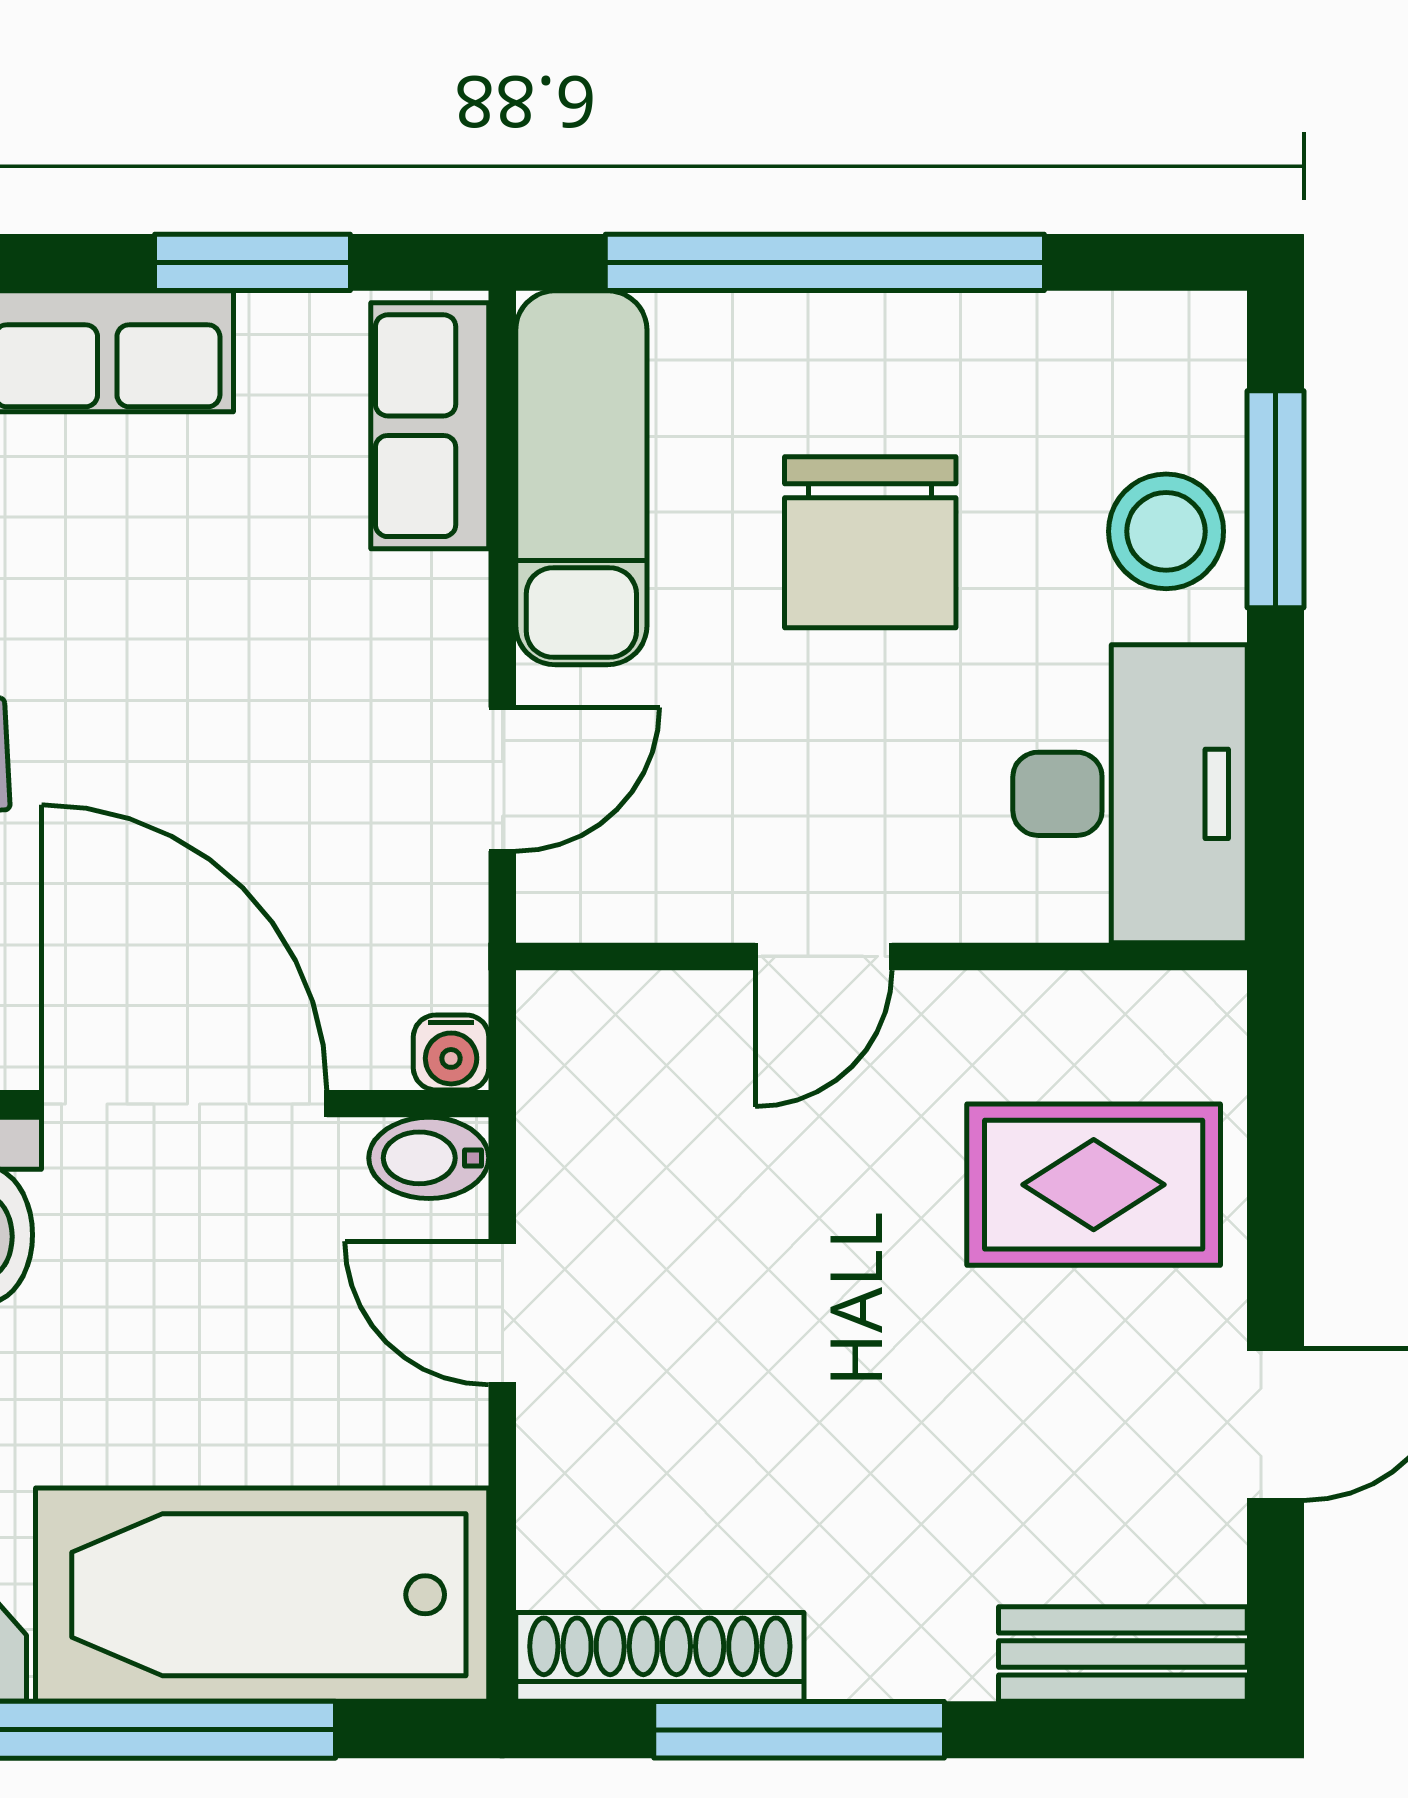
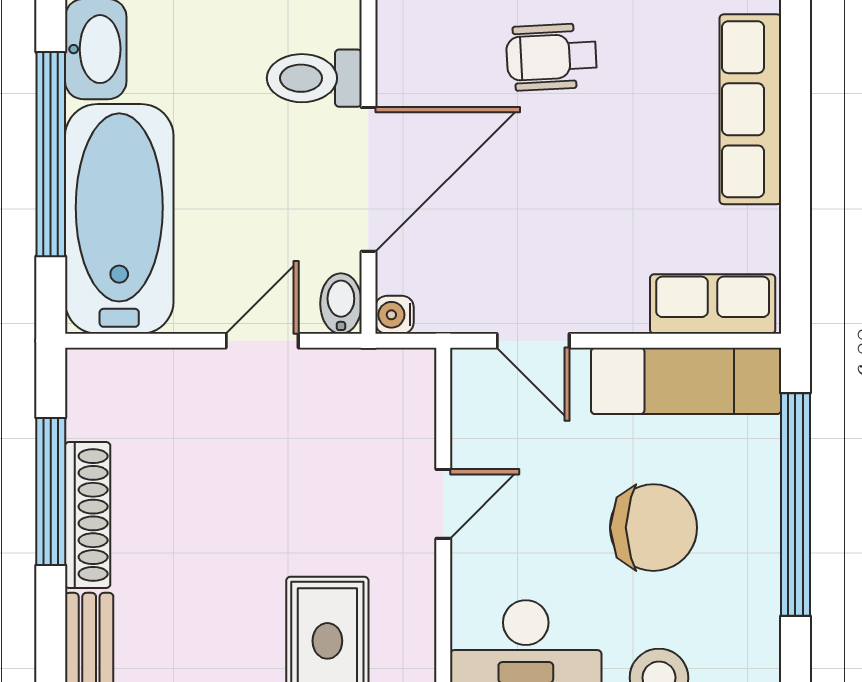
window: (253, 262) -> (795, 214), removed
chair: (870, 542) -> (653, 528), turned 180
door: (824, 956) -> (443, 504), swing flipped
shoe rack: (660, 1657) -> (88, 515), moved

